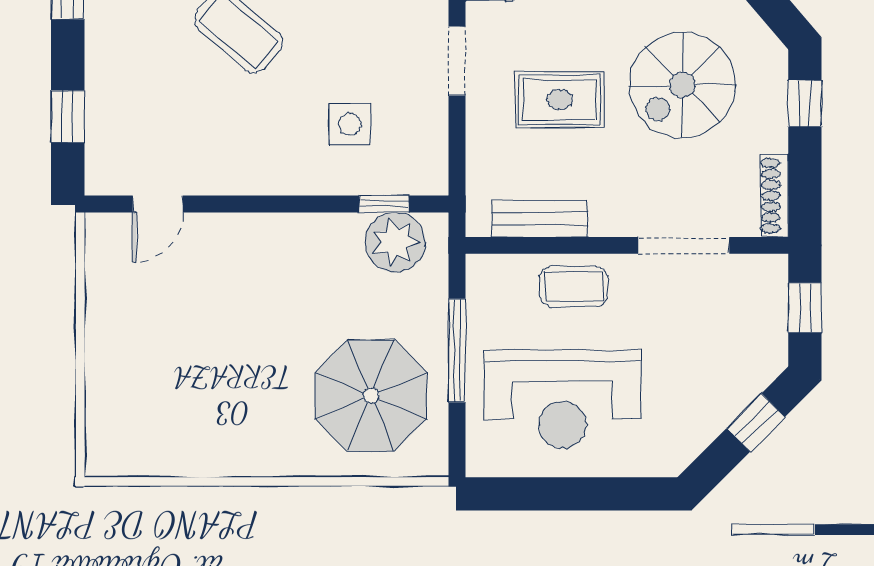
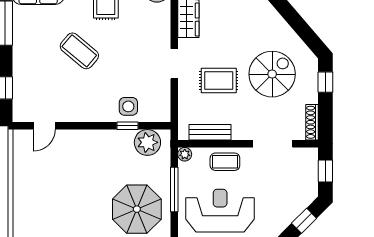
spiral stairs: (682, 85) -> (272, 74), turned 180
side table: (350, 124) -> (128, 106), moved
window: (384, 204) -> (128, 126), moved
plant: (481, 270) -> (185, 154), added
reception desk: (563, 399) -> (220, 211), turned 180

